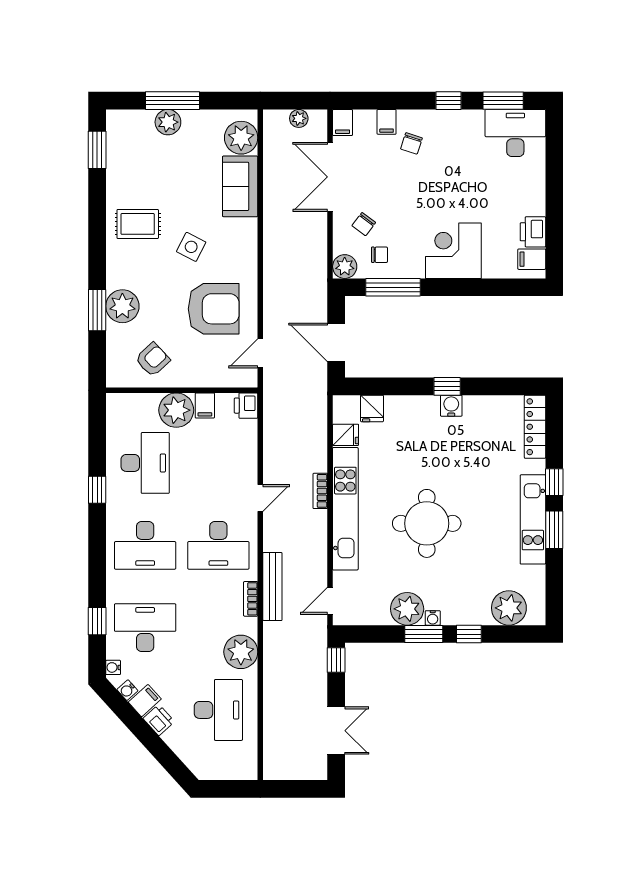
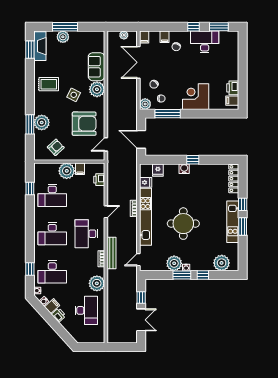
desk: (515, 133) -> (205, 42), moved
plant: (241, 138) -> (97, 89), moved
fireplace: (119, 142) -> (40, 46), added
printer: (246, 406) -> (99, 180), moved
water cooler: (451, 406) -> (184, 169), moved
desk: (145, 463) -> (52, 195), turned 90
window: (97, 490) -> (30, 189), moved
desk: (218, 545) -> (86, 234), turned 90
desk: (145, 628) -> (52, 272), turned 180
window: (336, 660) -> (141, 298), moved

